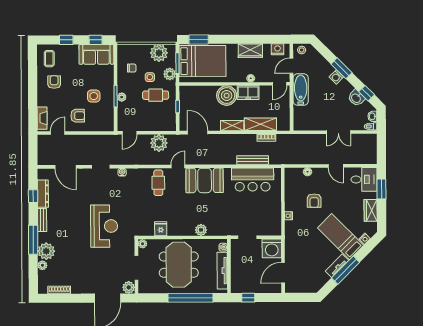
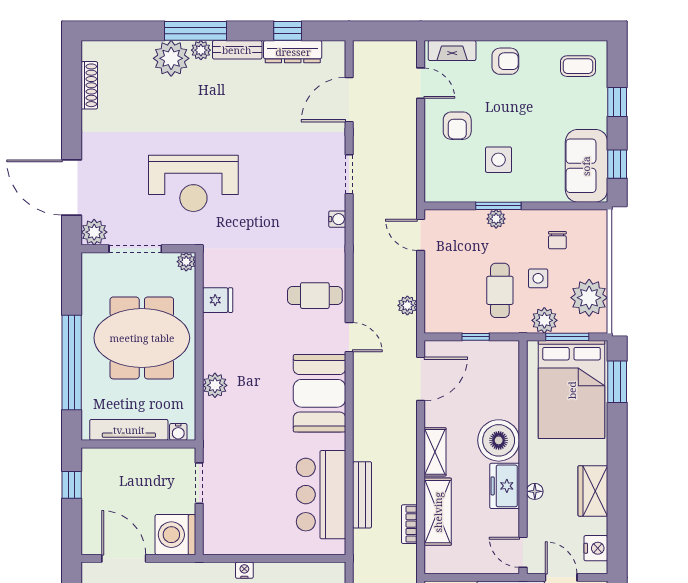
armchair: (54, 82) -> (505, 61), moved
plant: (159, 143) -> (407, 305), width x0.53, depth x0.53
reception desk: (104, 226) -> (193, 183), moved
plant: (42, 265) -> (201, 50), moved

